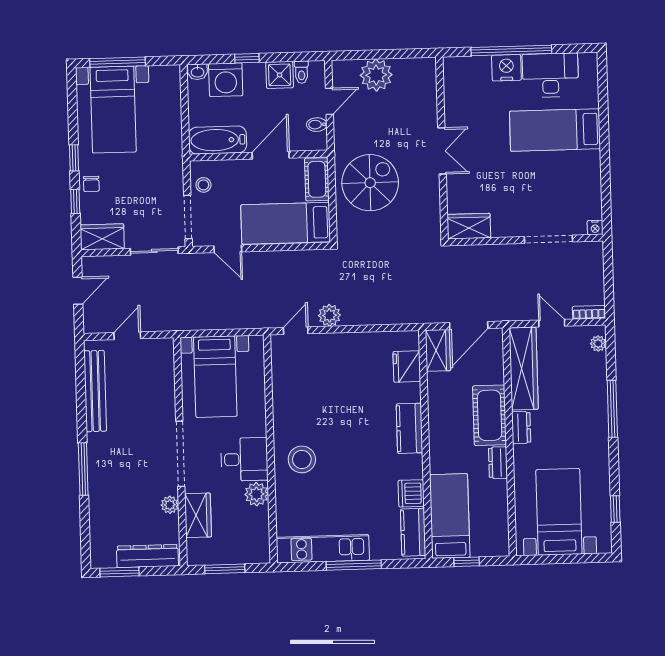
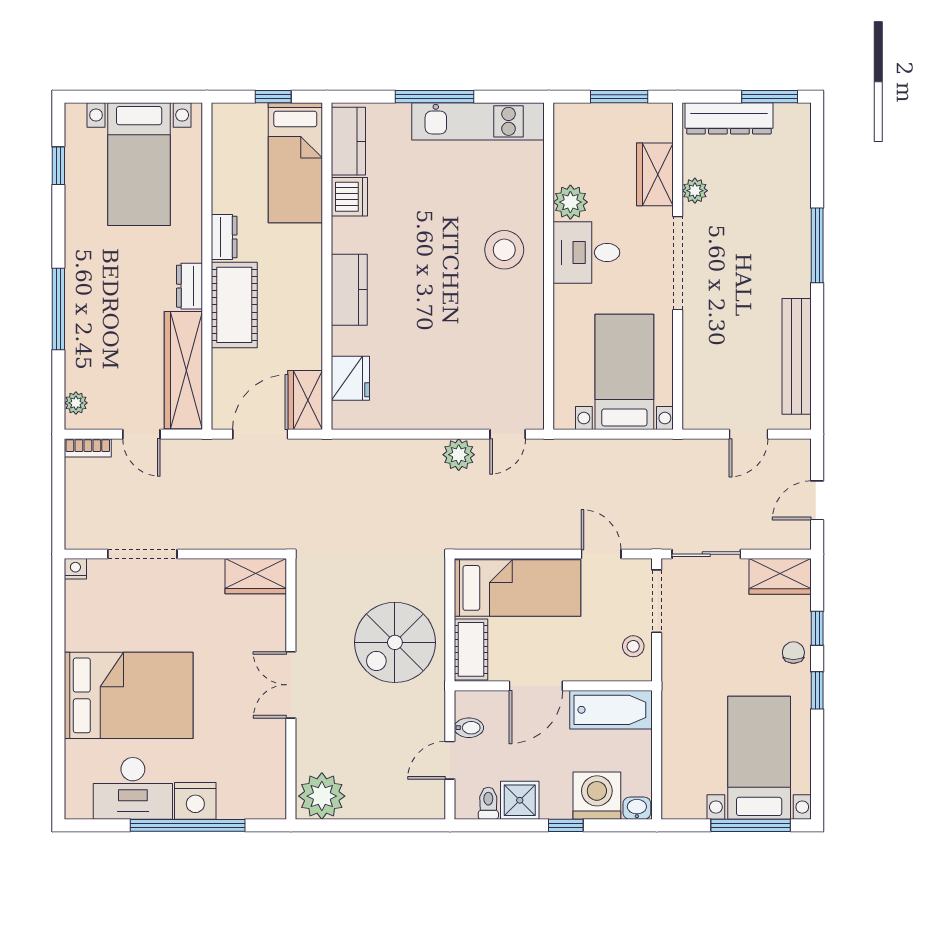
plant: (376, 75) -> (322, 796), moved
bed: (555, 130) -> (129, 695), width x1.50

